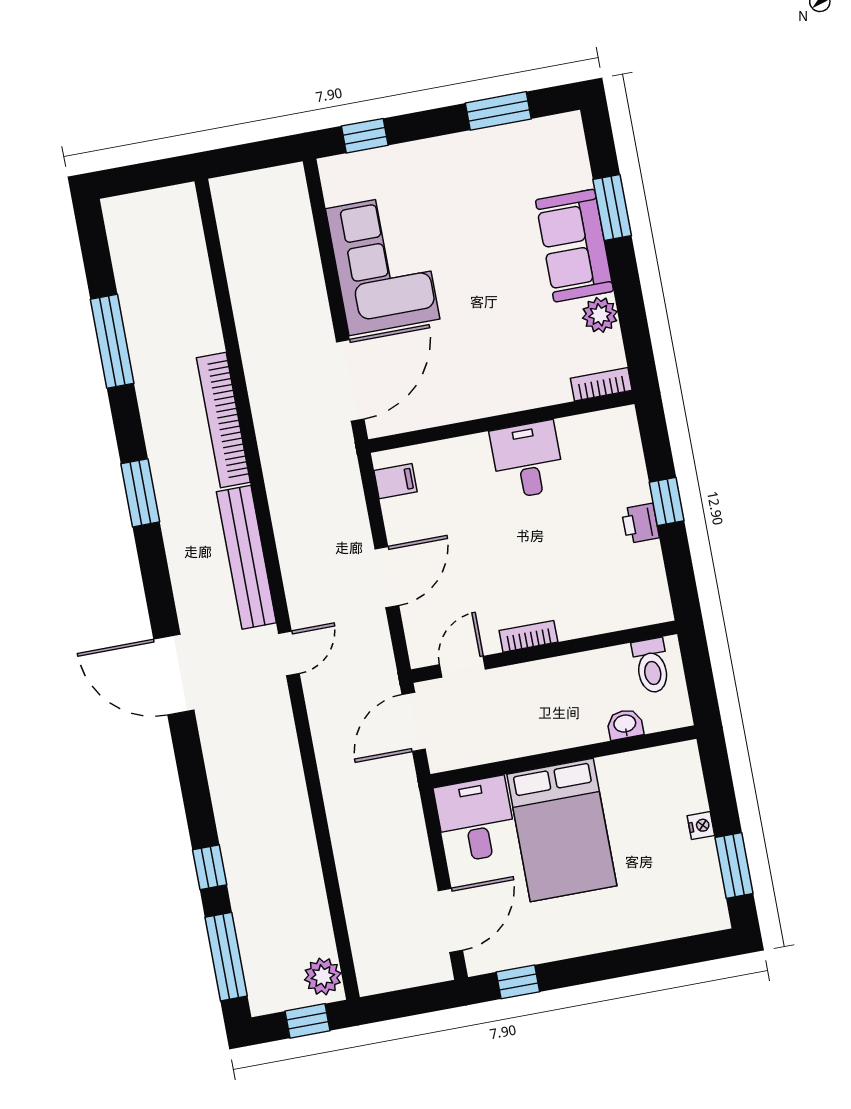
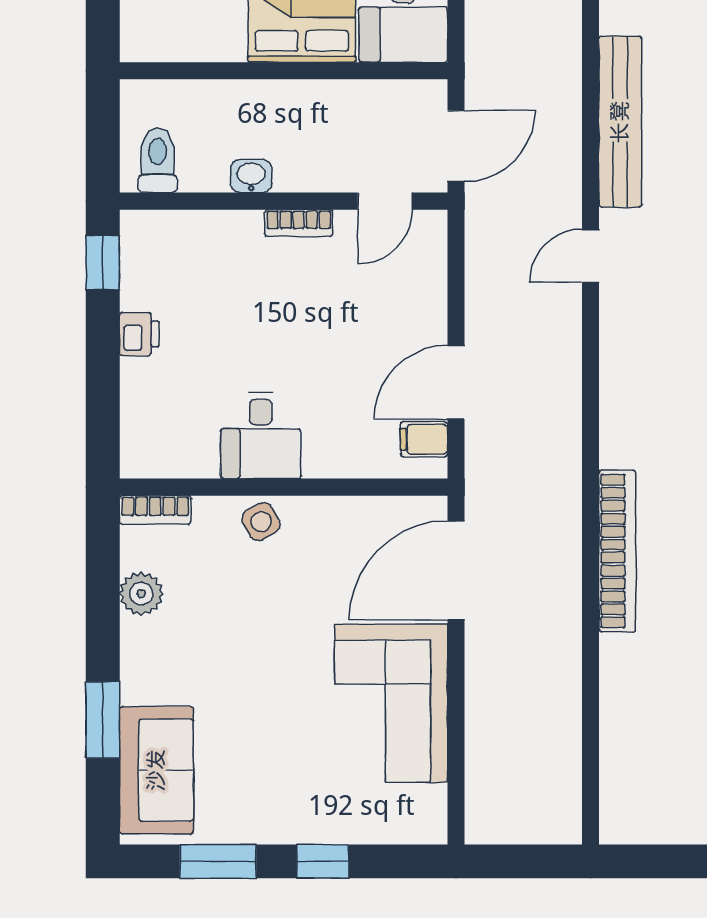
window: (365, 136) -> (323, 861), moved
sofa: (574, 246) -> (156, 770), moved
side table: (514, 391) -> (261, 522), added
window: (667, 502) -> (103, 263), moved
bench: (246, 557) -> (620, 122), moved
door: (387, 577) -> (456, 382), moved
washbasin: (625, 724) -> (251, 176), moved, turned 180

